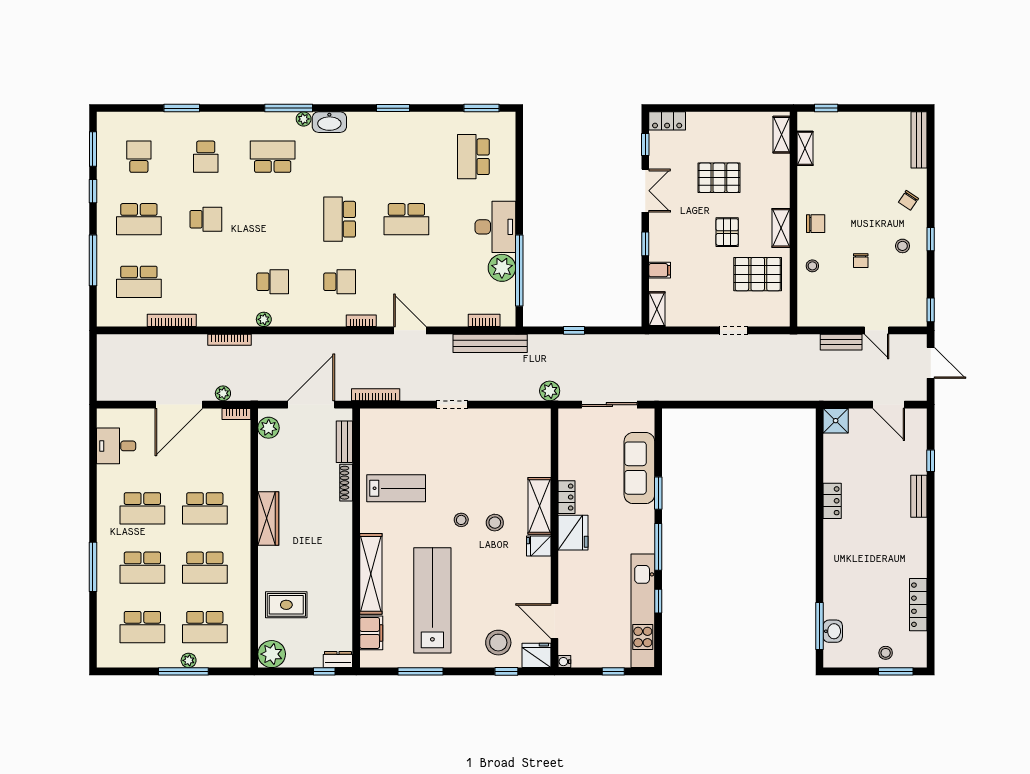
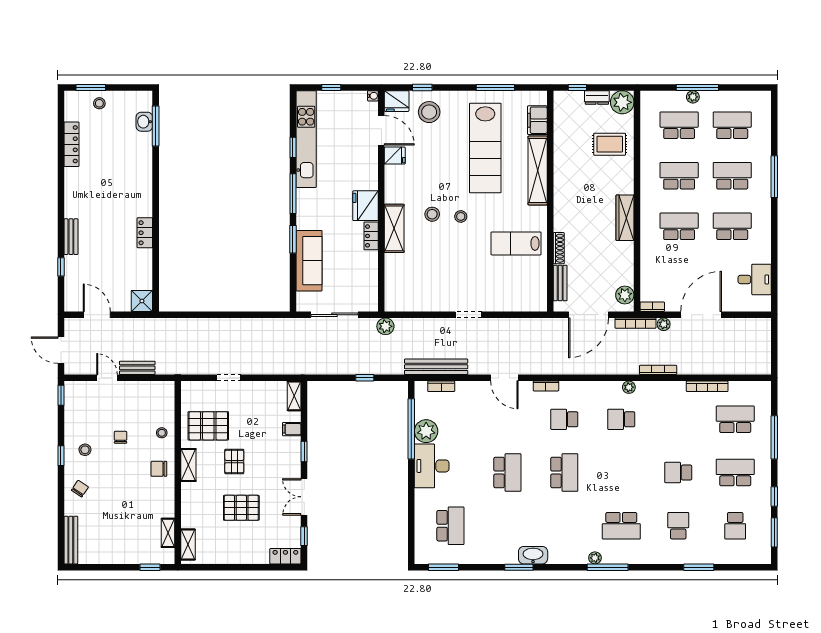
washbasin: (329, 122) -> (533, 555), moved
school desk: (406, 219) -> (507, 473), turned 90
bookcase: (376, 395) -> (636, 323), moved
fridge: (539, 546) -> (395, 156), moved
dresser: (338, 660) -> (597, 98), moved

